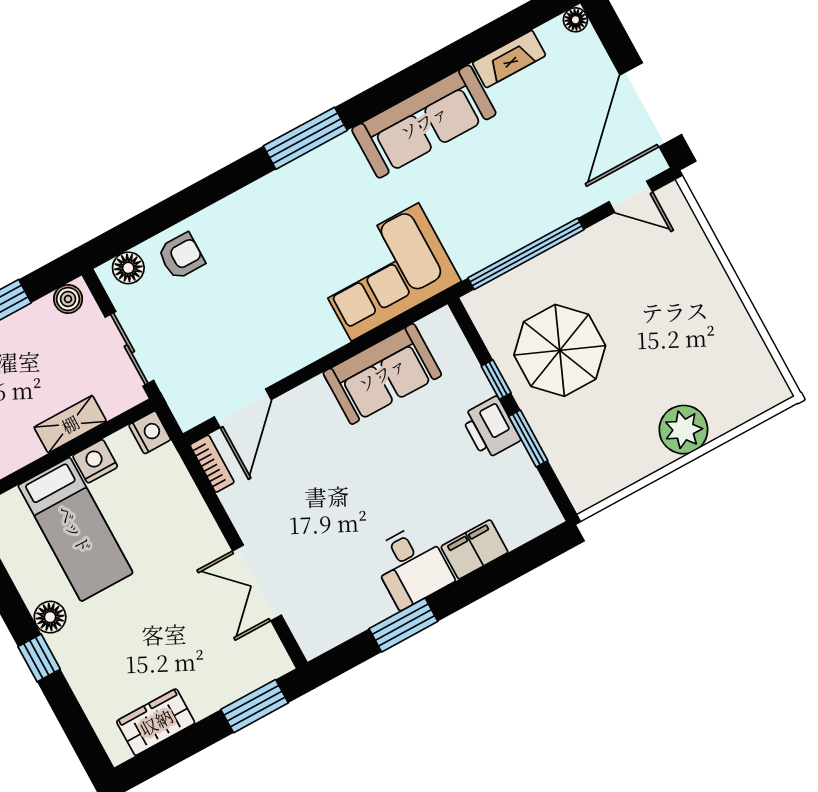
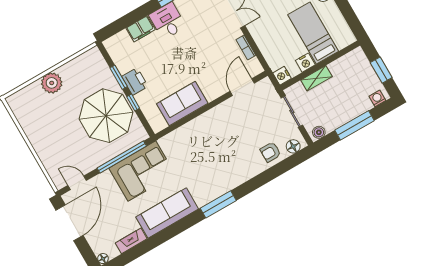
corner sofa: (385, 272) -> (142, 171), moved
parasol: (560, 350) -> (106, 116), width x1.36, depth x1.36
bookcase: (212, 464) -> (246, 47), moved

